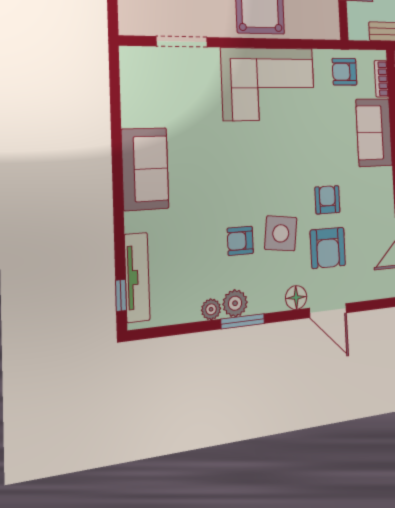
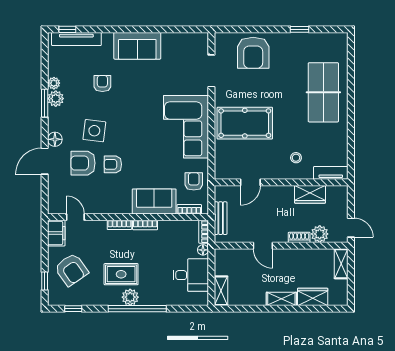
armchair: (327, 200) -> (113, 164), turned 180
armchair: (240, 241) -> (102, 84), moved

